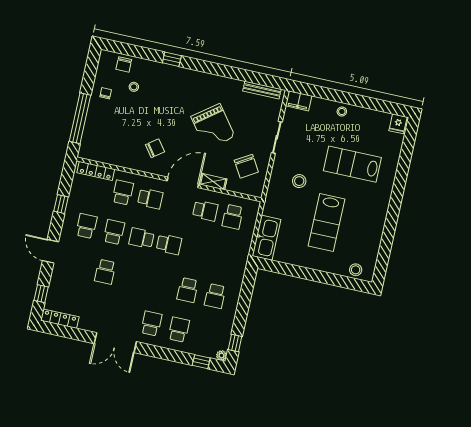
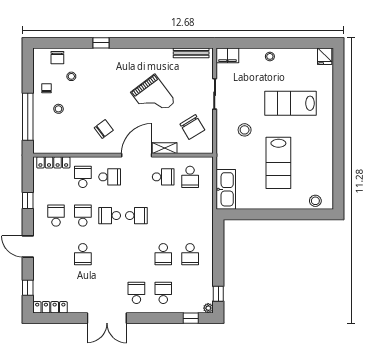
stool: (113, 117) -> (58, 109), added

